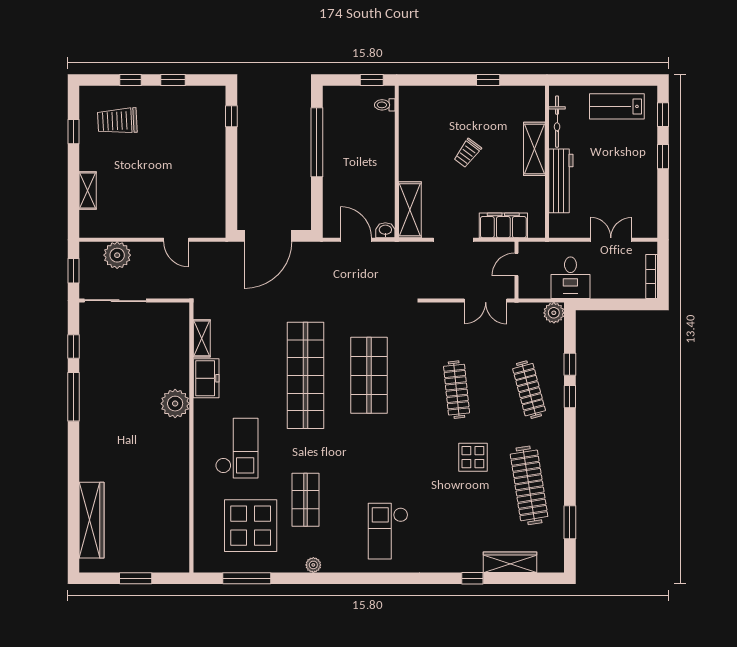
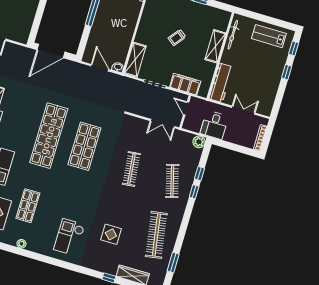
workbench: (561, 181) -> (221, 83), moved
door: (517, 264) -> (186, 108), hinge flipped
display table: (473, 457) -> (111, 234), moved

